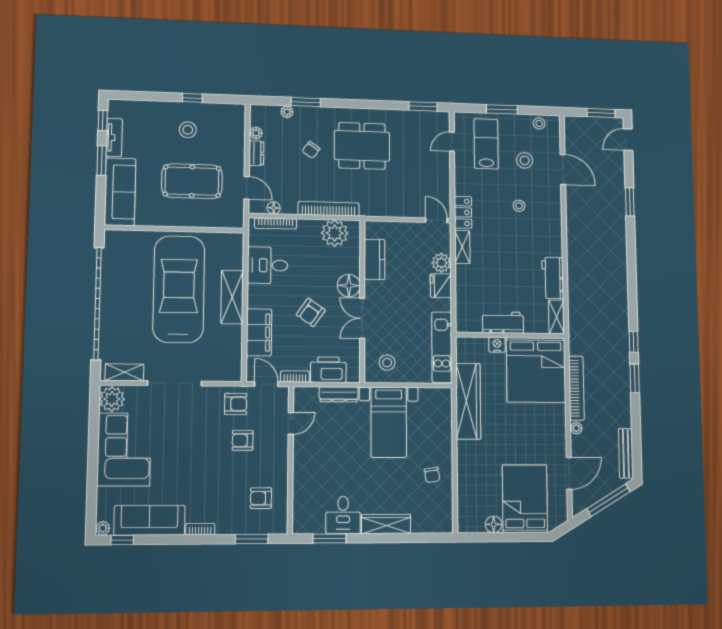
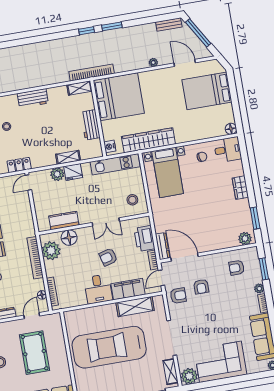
shelving: (462, 247) -> (68, 157), moved
desk: (268, 265) -> (98, 289), moved
workbench: (553, 278) -> (33, 98), moved
floor lamp: (349, 286) -> (69, 238), moved
shelving: (232, 297) -> (135, 307), moved
armchair: (311, 312) -> (108, 257), turned 130
nightstand: (497, 345) -> (110, 146), moved
bookcase: (576, 388) -> (92, 73), moved
dresser: (339, 394) -> (163, 246), moved
armchair: (236, 404) -> (178, 296), turned 90
bed with nightstands: (389, 422) -> (168, 172), moved, turned 90
door: (291, 423) -> (184, 257), width x1.87
bench: (626, 453) -> (169, 24), width x0.73
armchair: (261, 498) -> (237, 268), turned 90
desk: (343, 515) -> (228, 150), moved
plant: (302, 518) -> (245, 238), added
wardrobe: (386, 524) -> (240, 188), width x0.67
floor lamp: (494, 524) -> (231, 129), moved
plant: (224, 527) -> (259, 288), added

